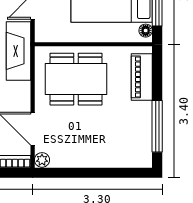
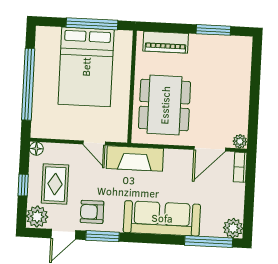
floor lamp: (146, 31) -> (122, 36), removed
window: (157, 126) -> (213, 30), width x0.69

